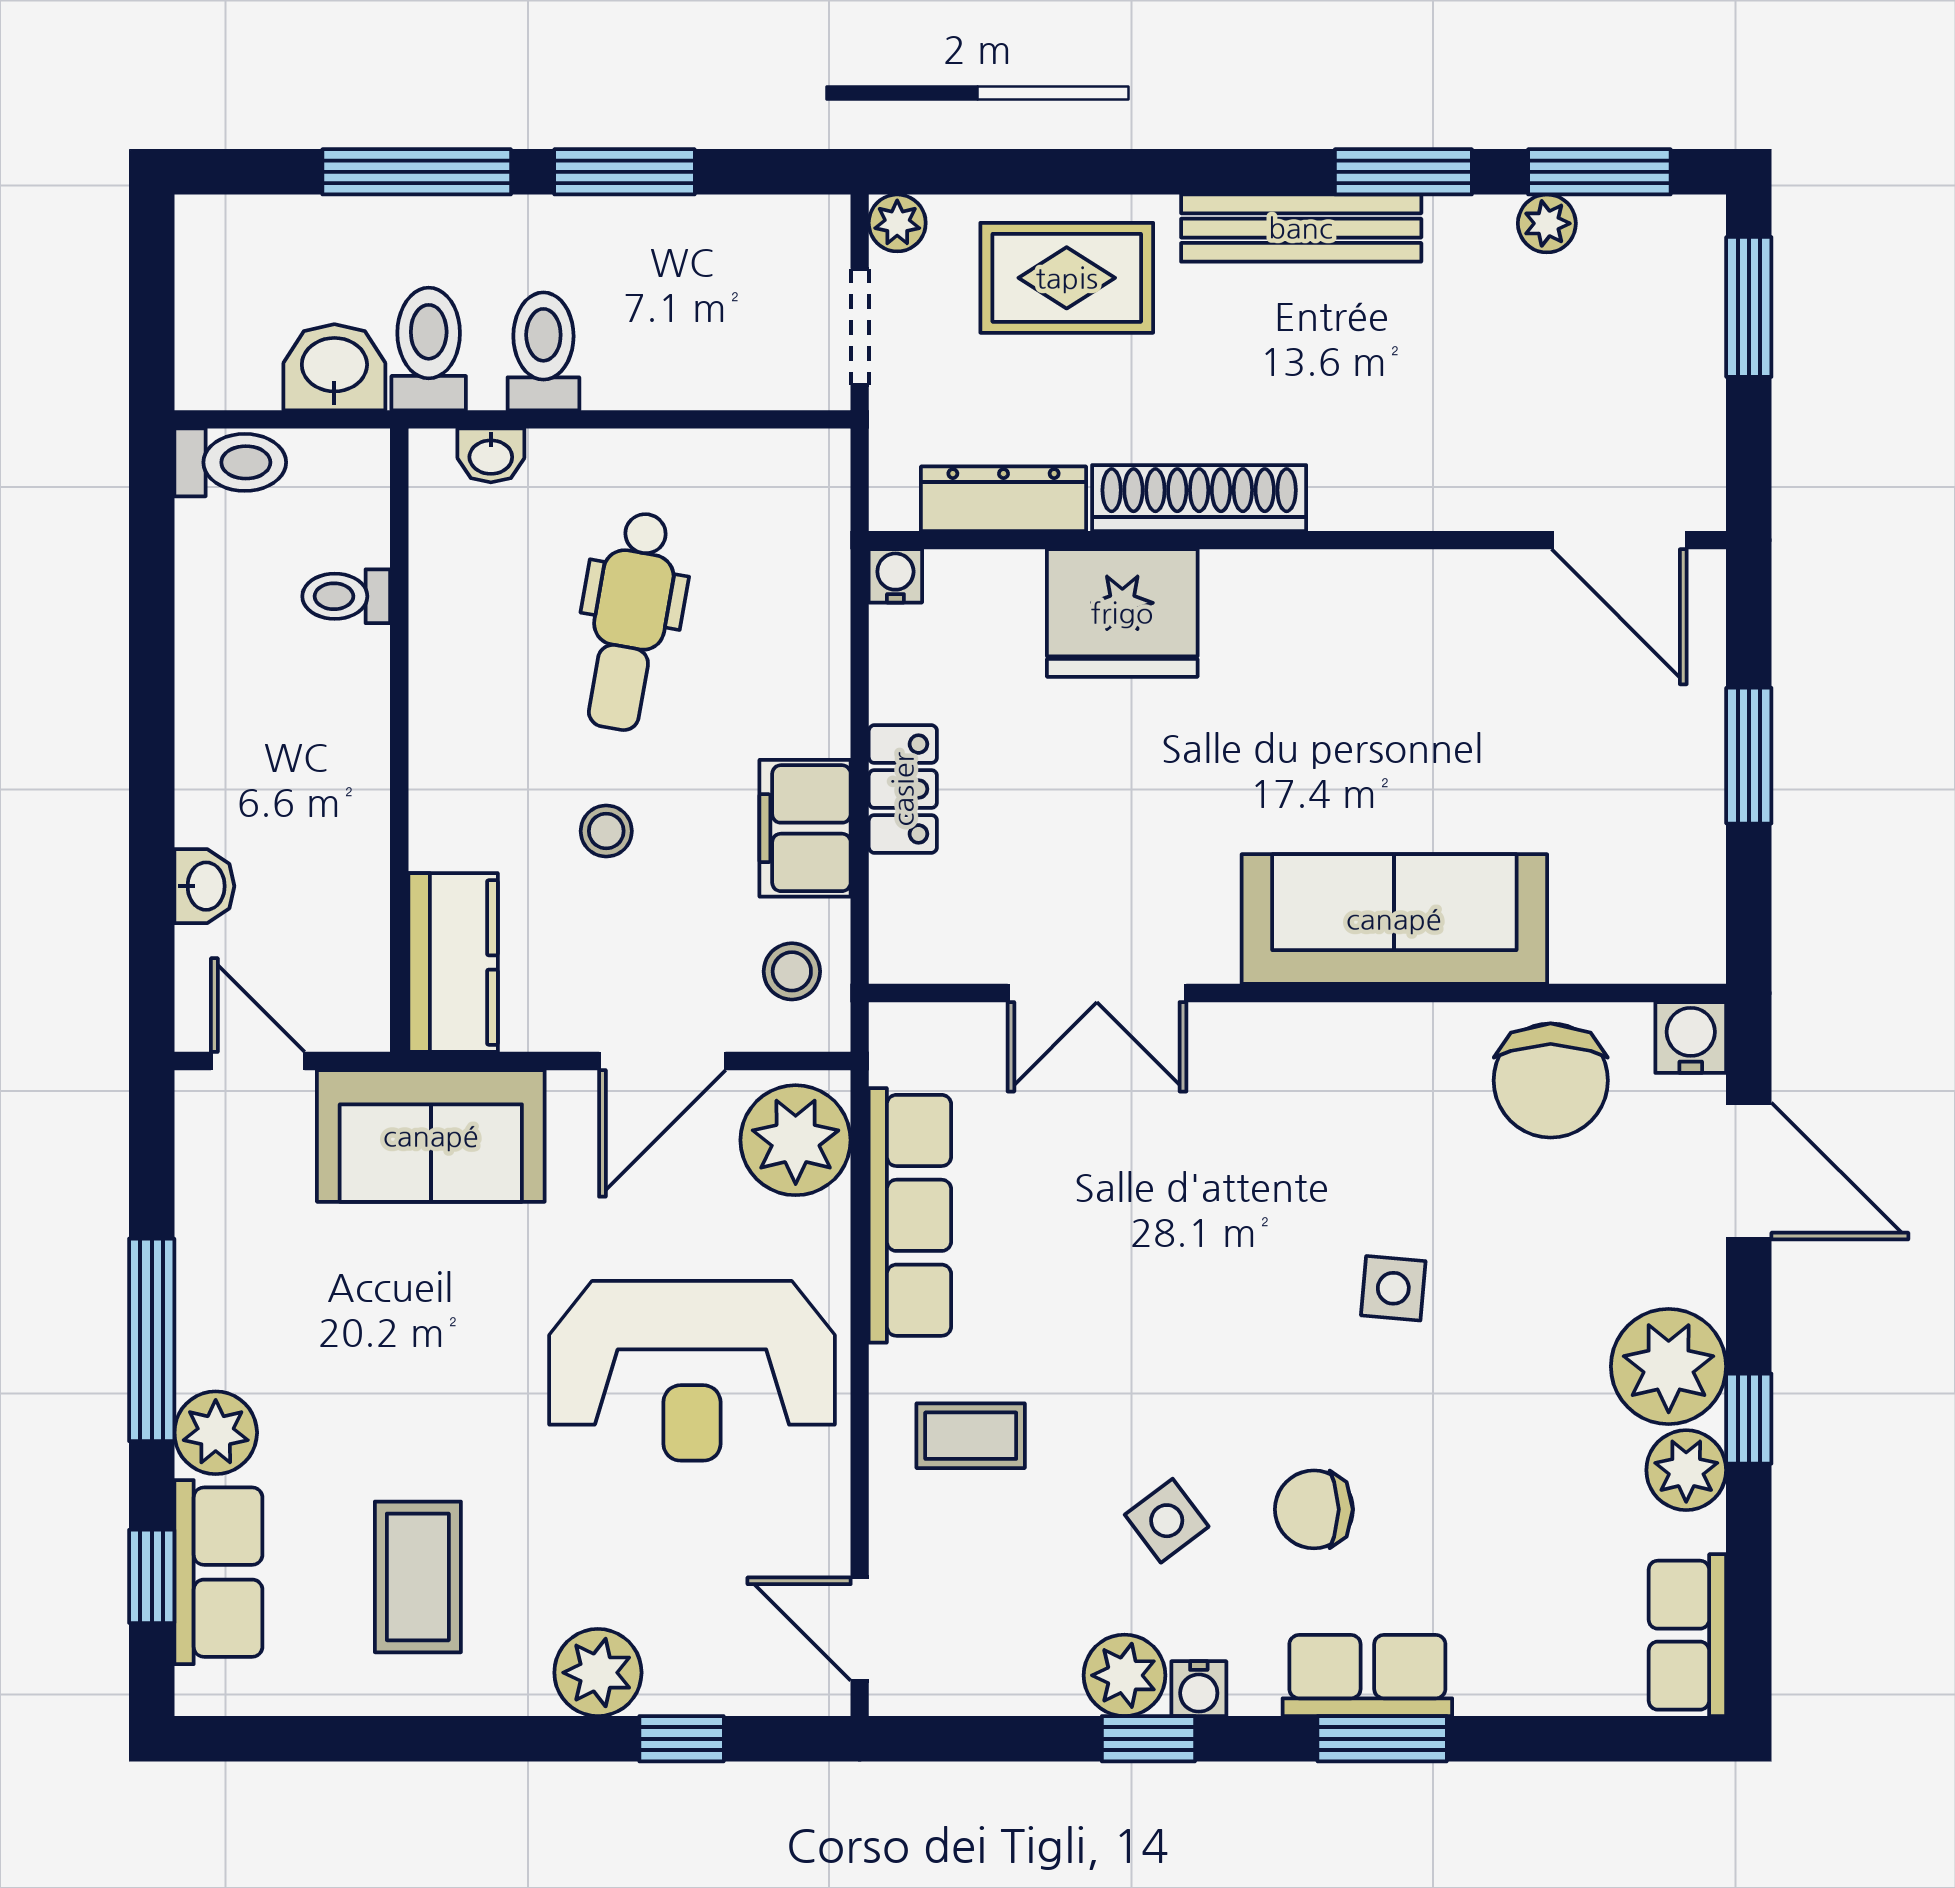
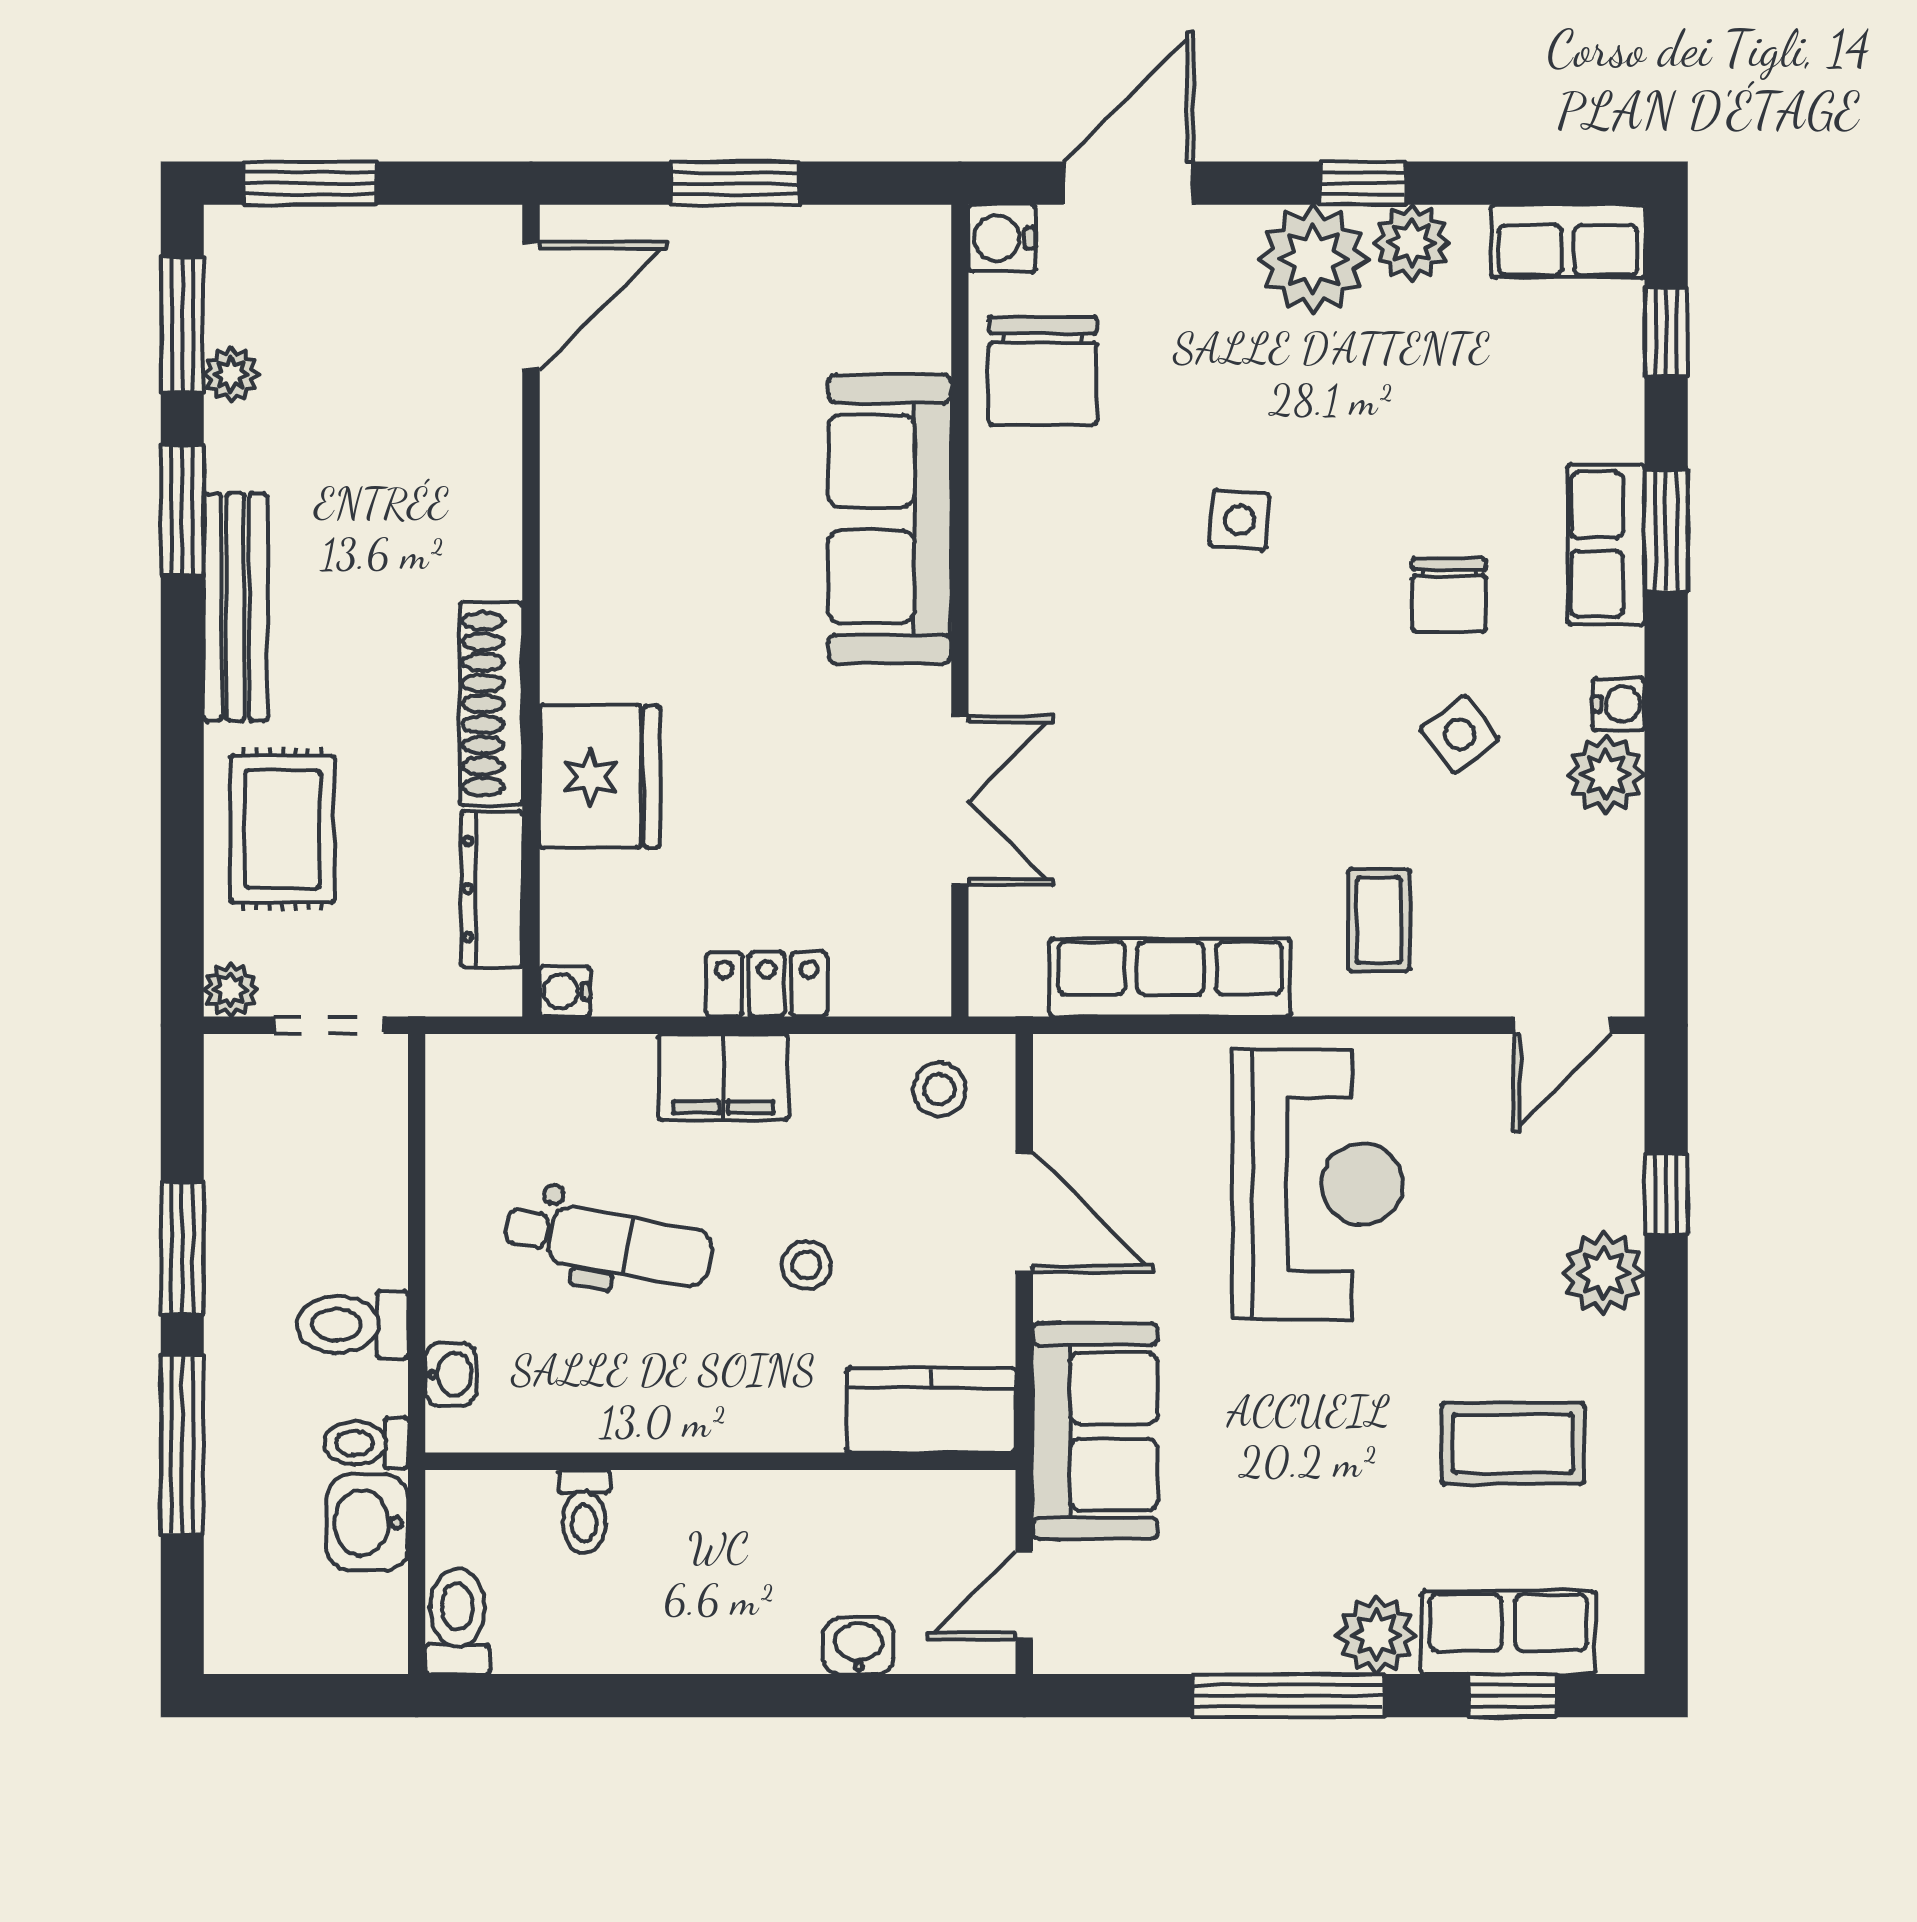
toilet: (429, 349) -> (366, 1443), width x0.73, depth x0.72
filing cabinet: (805, 828) -> (723, 1077), moved
chair: (1551, 1080) -> (1043, 371), turned 90
plant: (796, 1140) -> (1099, 1086), removed
window: (1148, 1739) -> (1666, 332), moved

